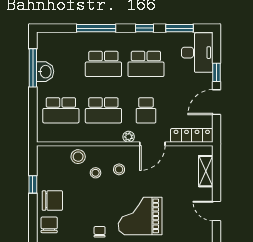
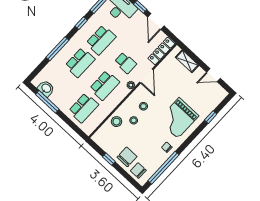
washbasin: (45, 72) -> (46, 88), moved

